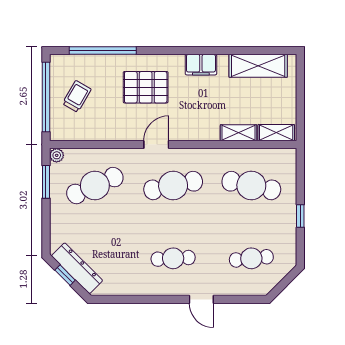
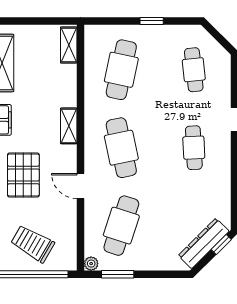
trolley: (77, 96) -> (33, 244), width x1.36, depth x1.39
shelving: (239, 133) -> (69, 126), moved
door: (156, 145) -> (80, 186), moved
cafe table: (95, 186) -> (121, 226), turned 42
window: (65, 275) -> (221, 244), moved

